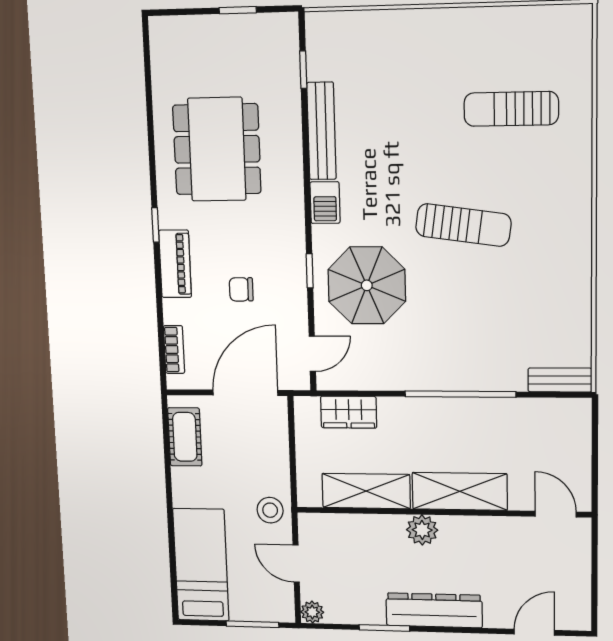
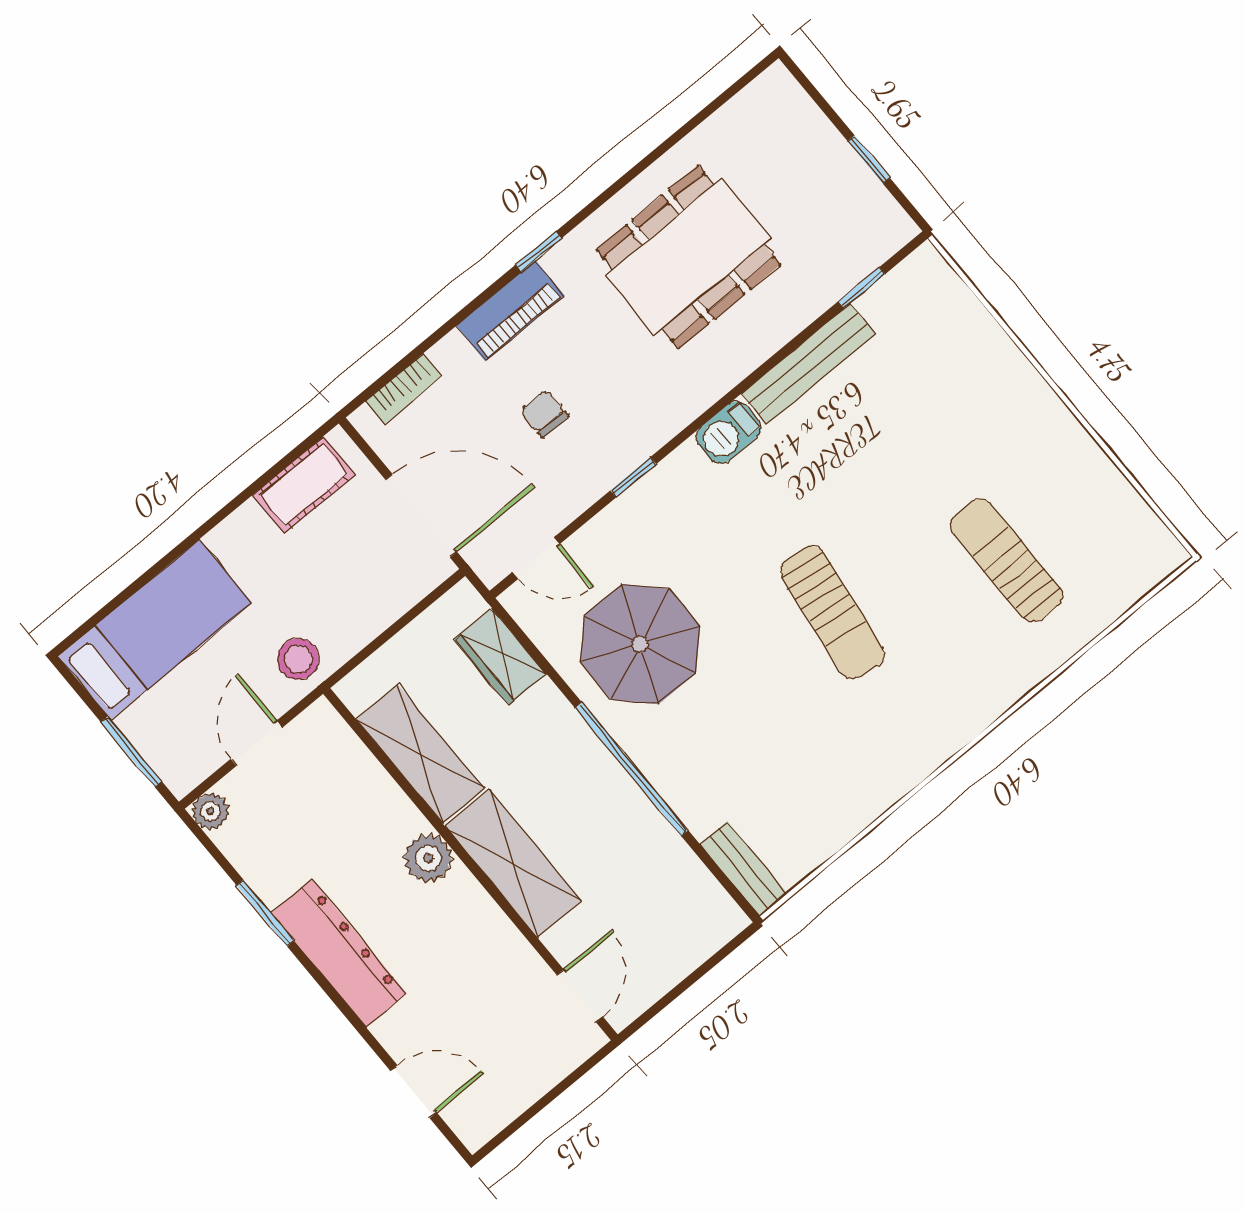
parasol: (367, 285) -> (640, 644), moved

